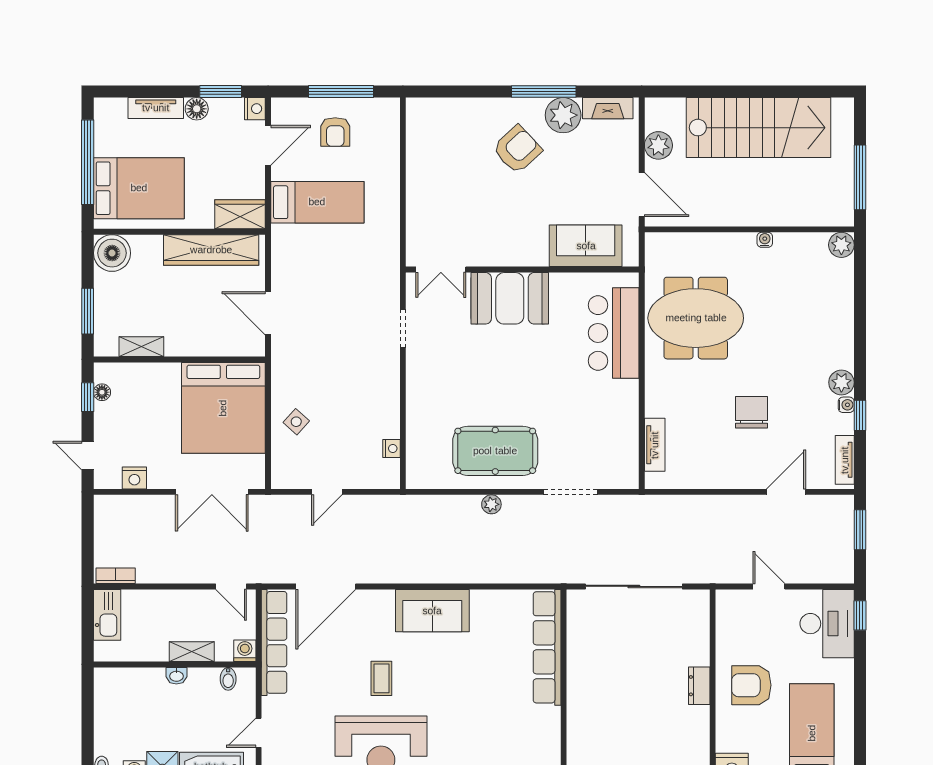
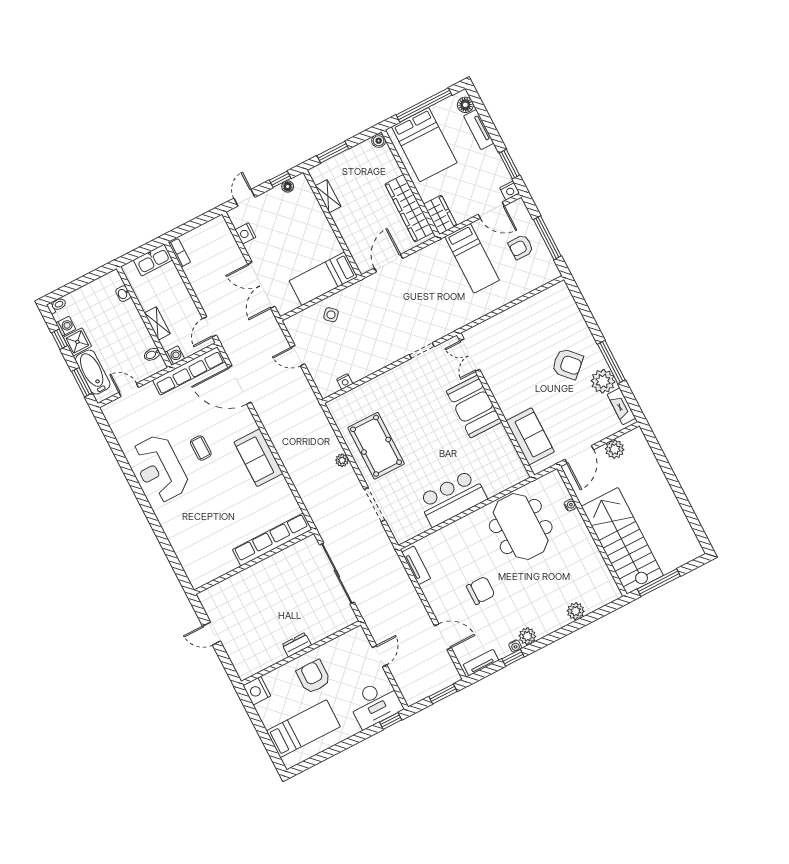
floor lamp: (197, 109) -> (465, 105), moved
stairs: (758, 128) -> (622, 541), moved, turned 180
water cooler: (765, 240) -> (570, 505), moved
plant: (841, 245) -> (576, 611), moved
boiler: (112, 253) -> (379, 141), width x0.54, depth x0.54
bar counter: (614, 333) -> (452, 498), moved
bed: (223, 408) -> (323, 279), width x0.49
tv unit: (655, 445) -> (416, 565), moved, turned -90
washbasin: (176, 676) -> (123, 294), moved
coffee table: (381, 678) -> (201, 448), turned 90

